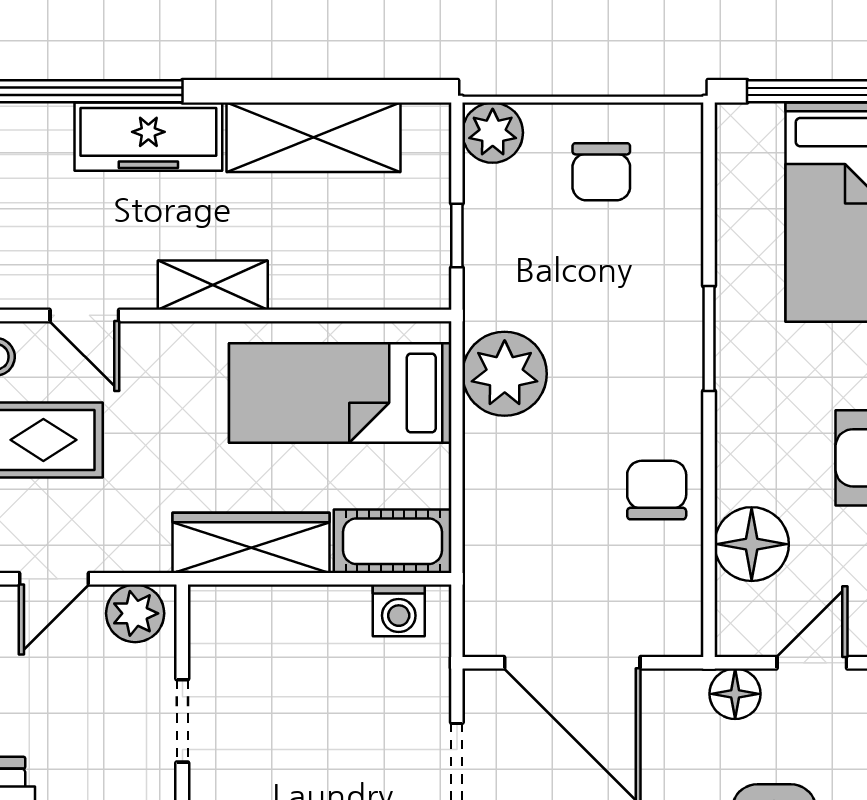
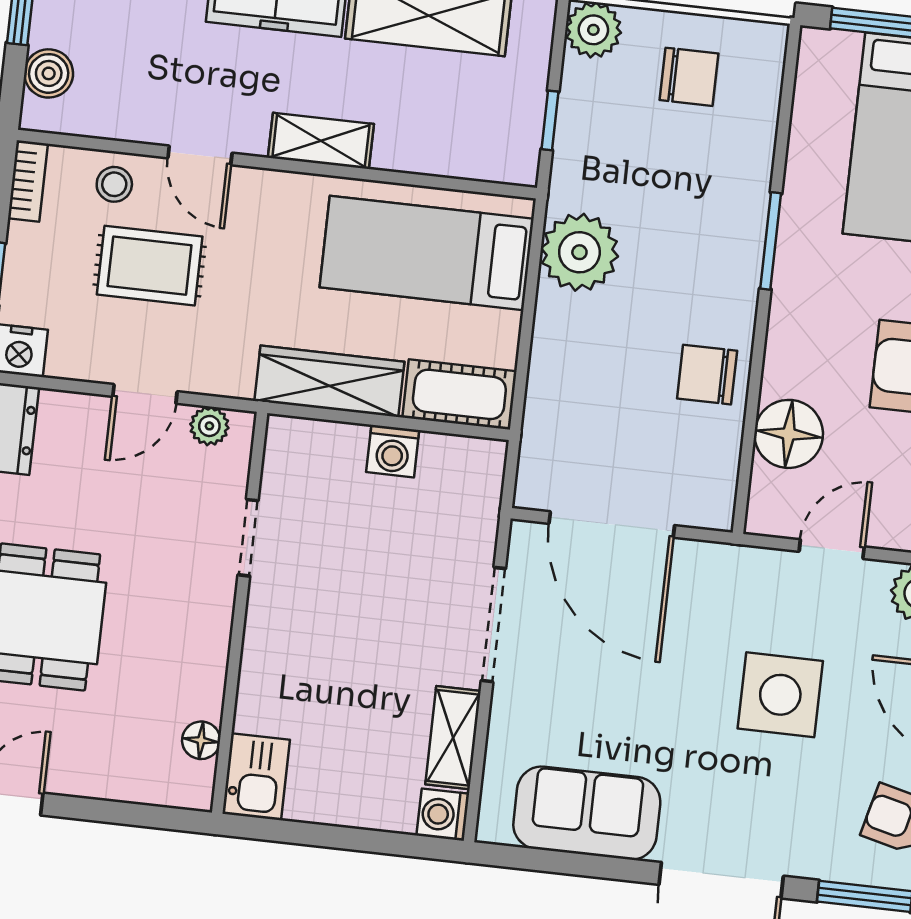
chair: (601, 172) -> (689, 77), turned -90
chair: (657, 490) -> (707, 375), turned -90
washing machine: (399, 610) -> (393, 451), moved
plant: (135, 613) -> (209, 426), width x0.73, depth x0.73
floor lamp: (735, 694) -> (758, 570), removed

